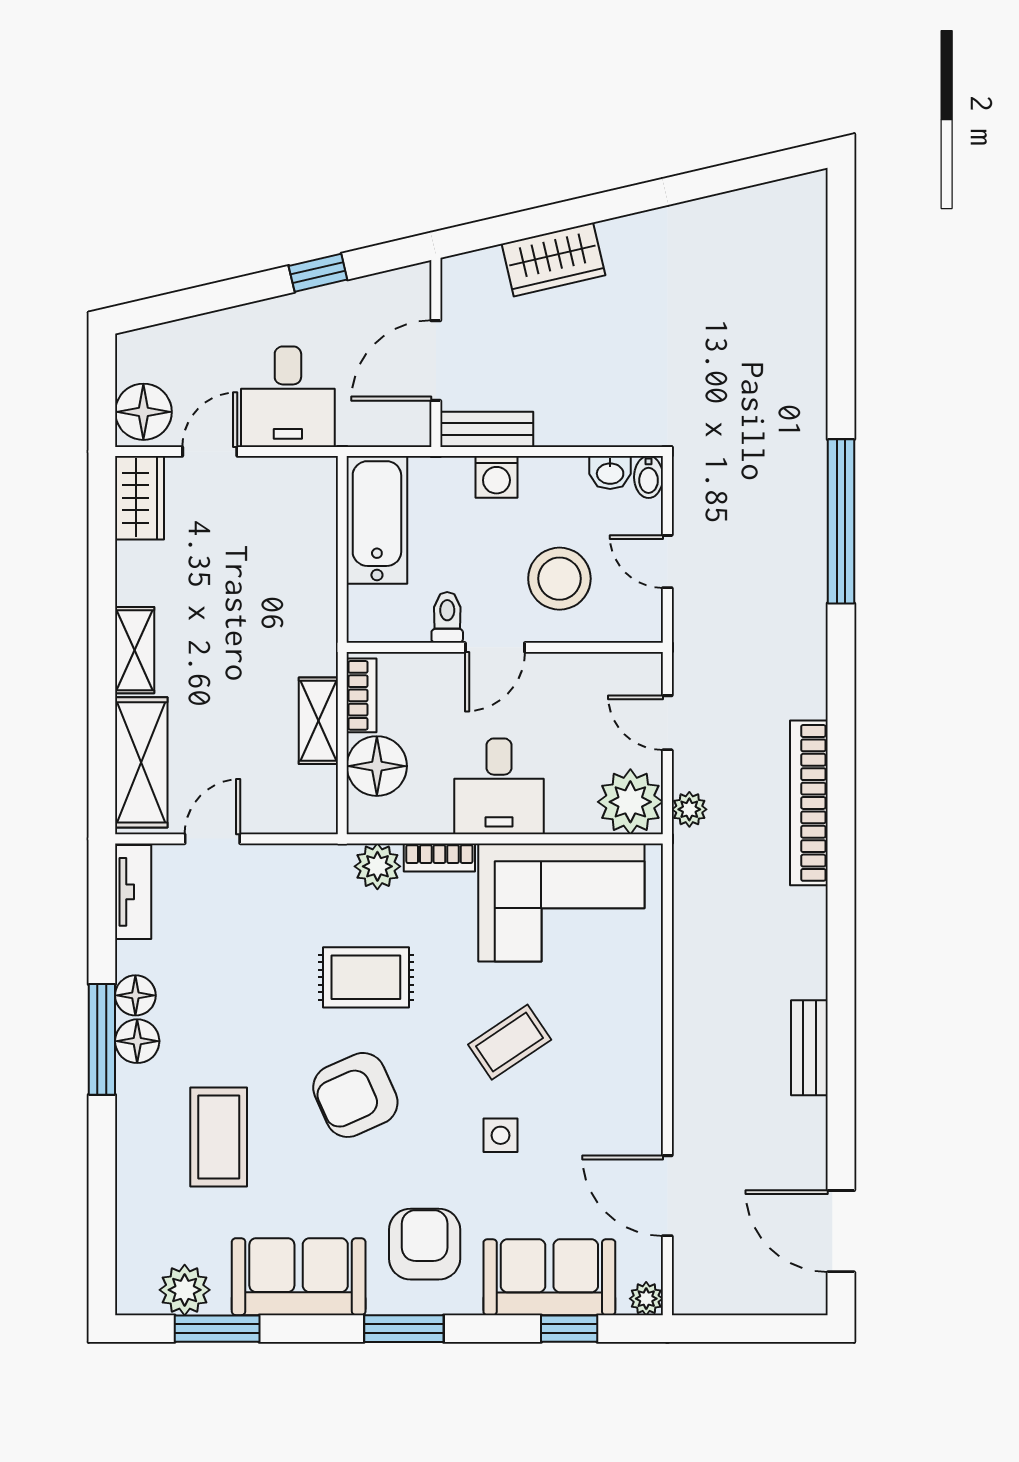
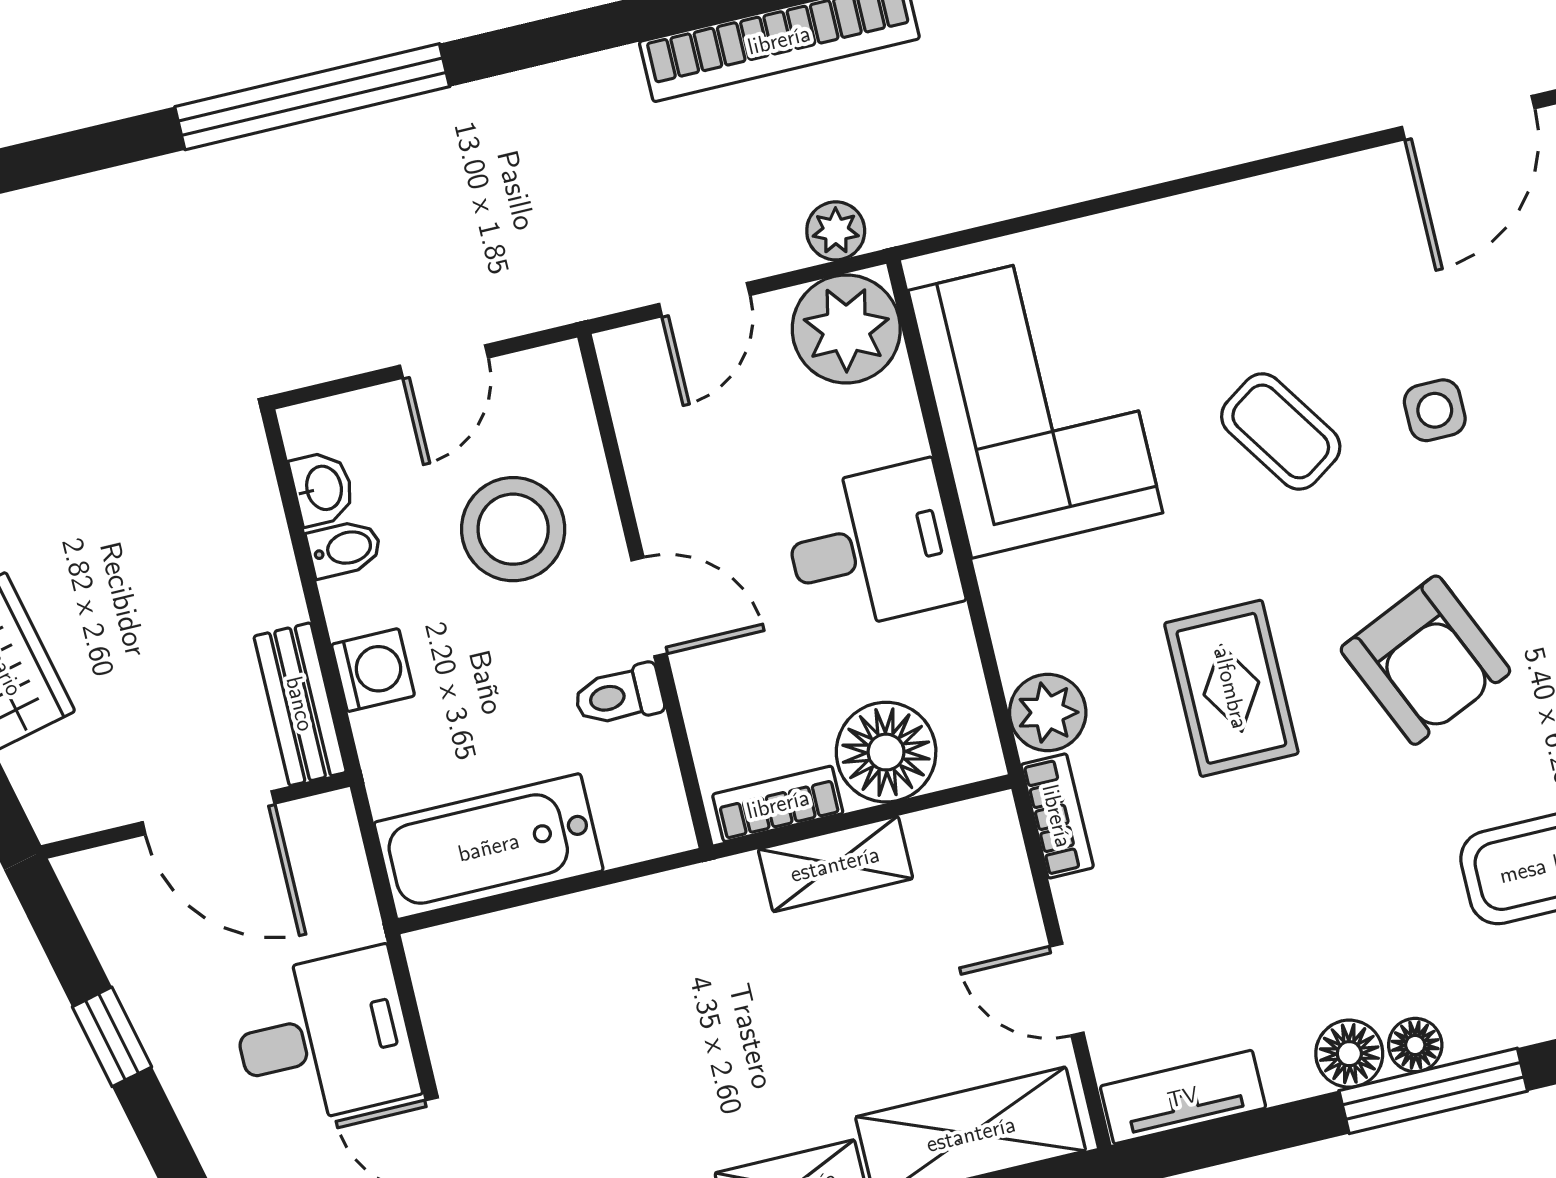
bidet: (649, 477) -> (344, 549), moved
bookcase: (439, 857) -> (1057, 816), moved
floor lamp: (137, 1041) -> (1415, 1045), width x0.73, depth x0.73

